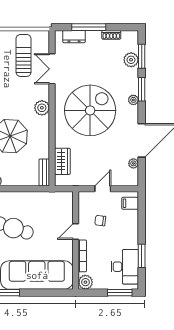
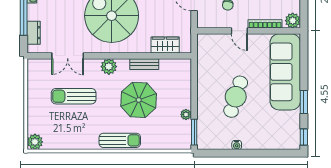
sun lounger: (24, 55) -> (74, 96), moved
bench: (44, 172) -> (144, 64), moved

